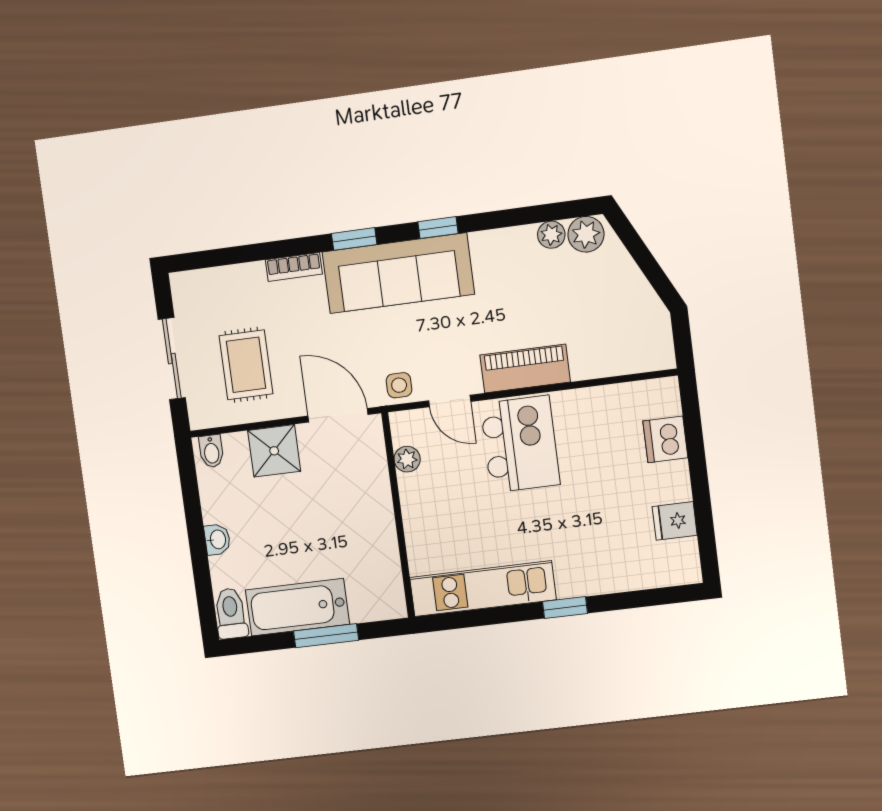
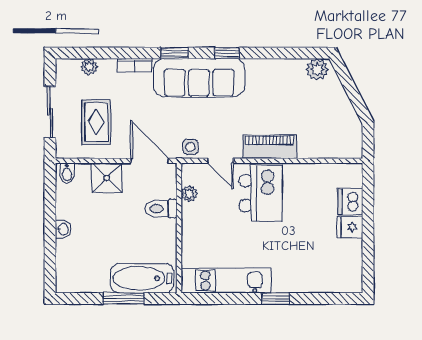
plant: (551, 235) -> (89, 67), moved
fridge: (675, 521) -> (350, 227), moved
bathtub: (297, 607) -> (142, 278), moved
toilet: (231, 613) -> (161, 209), moved, turned -90

